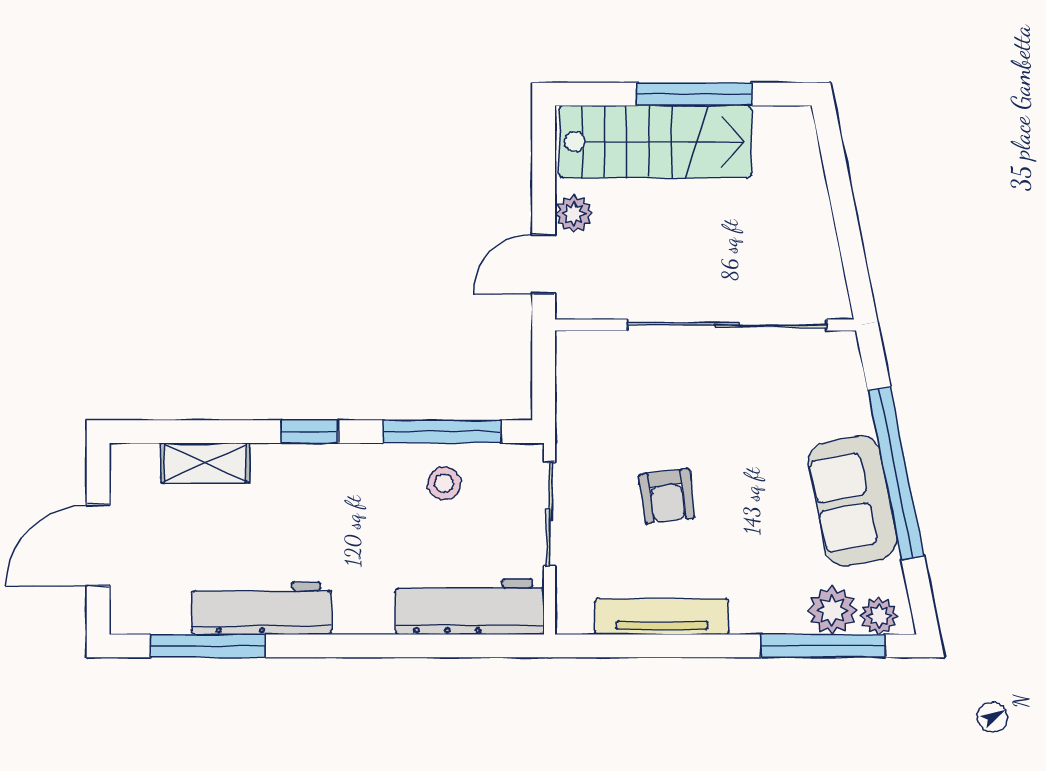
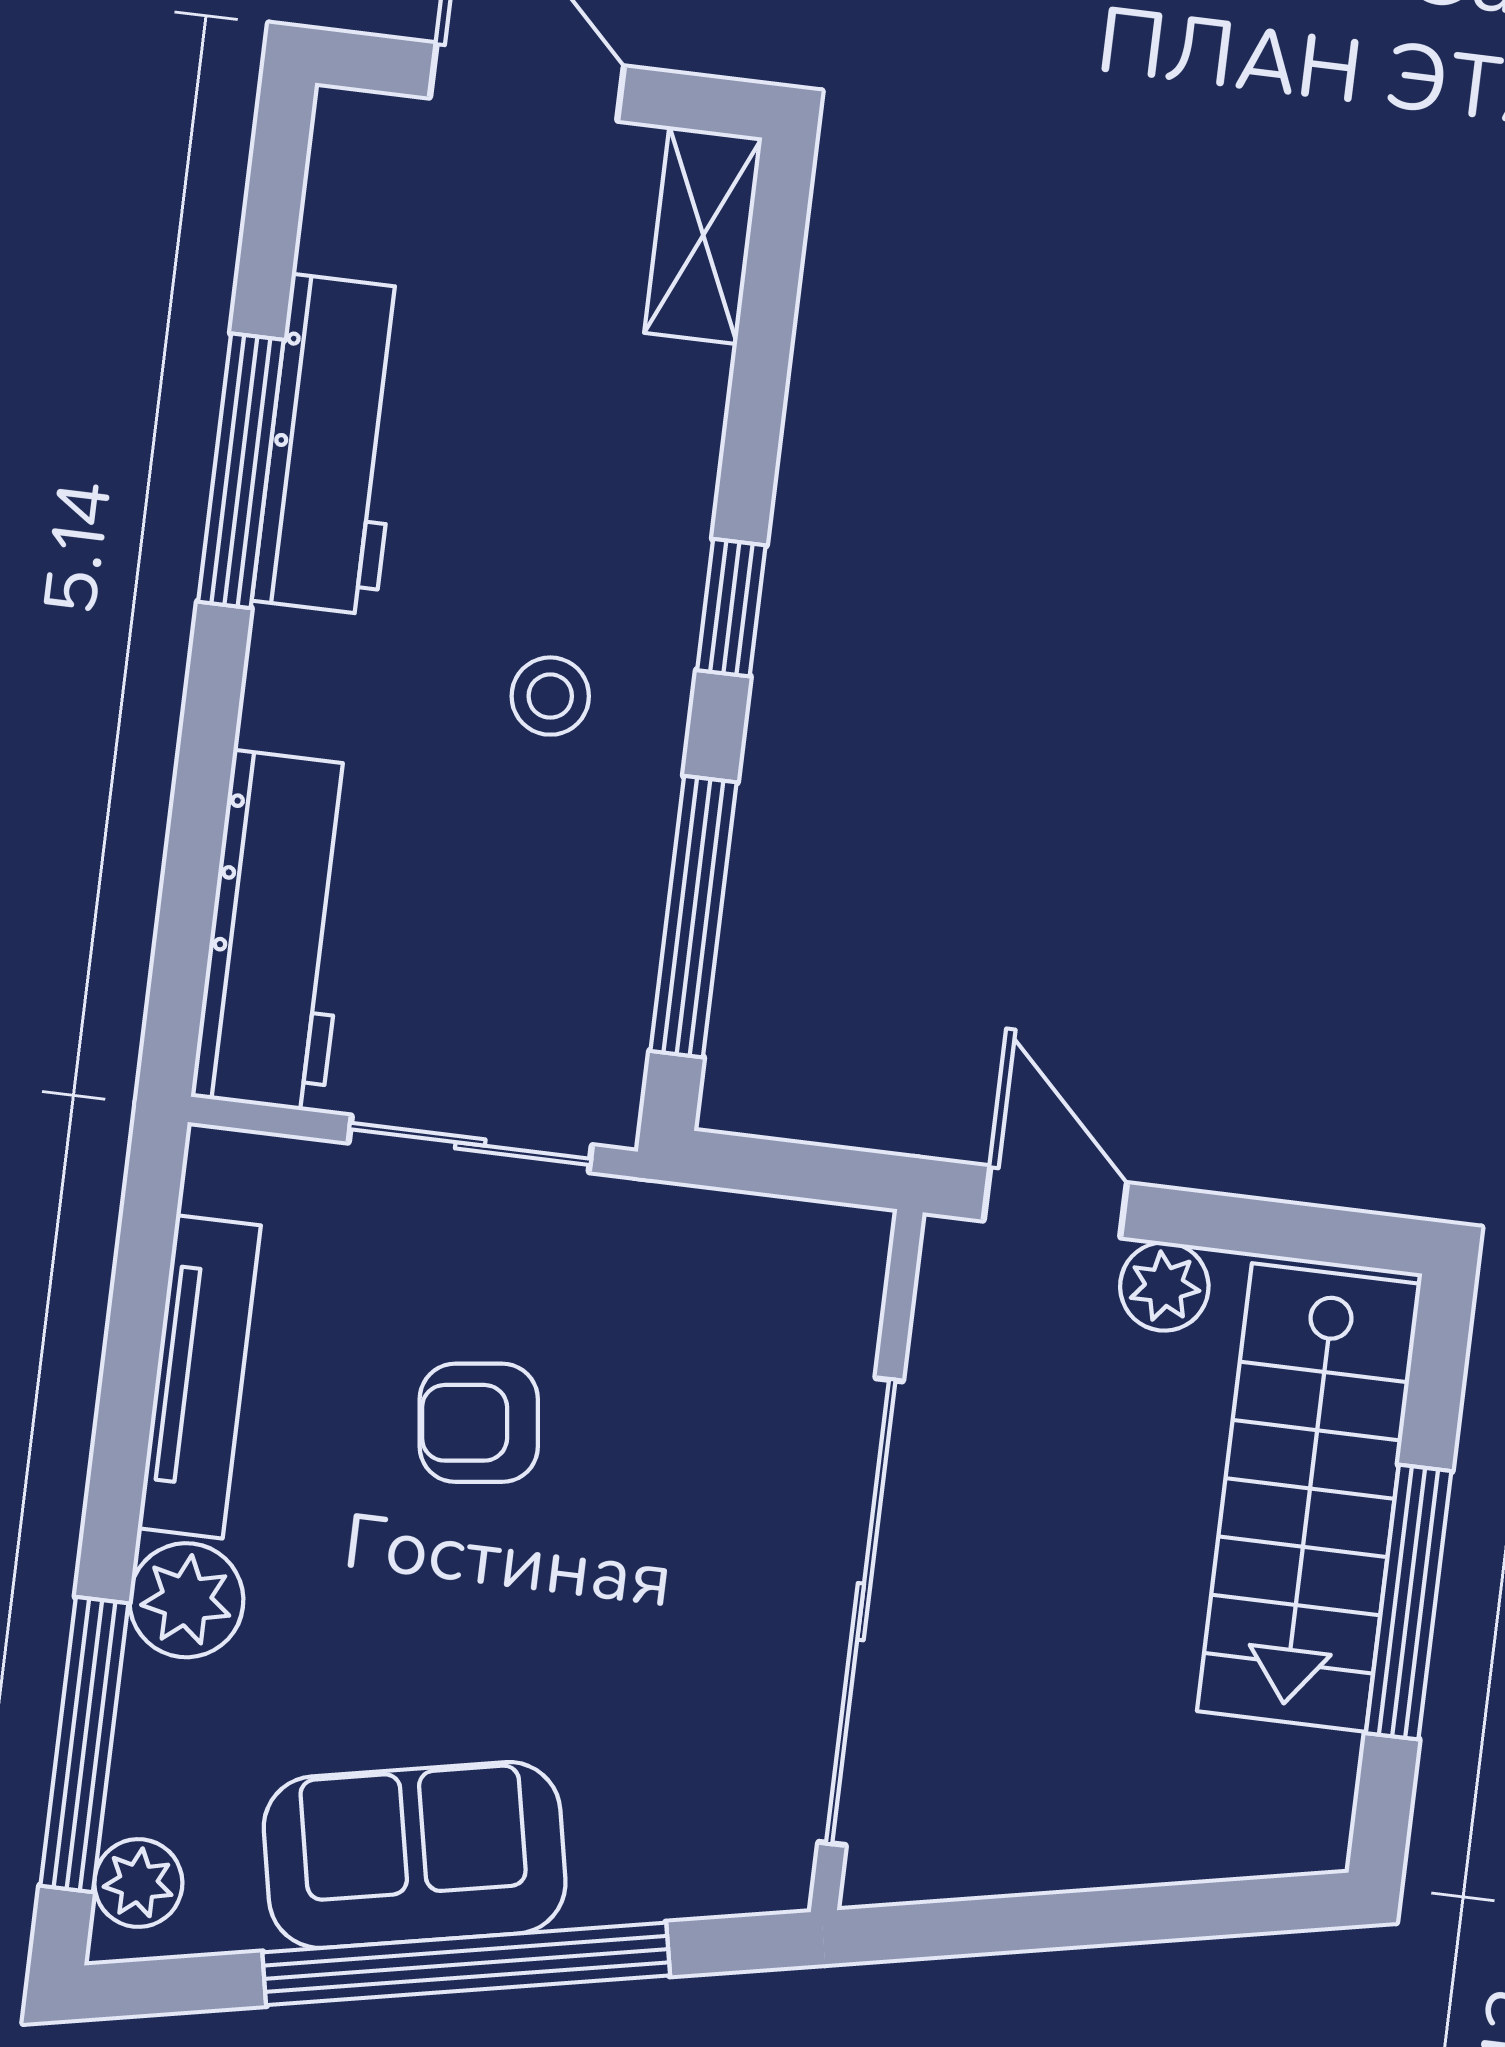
shelving: (205, 463) -> (703, 235), moved
stool: (444, 483) -> (550, 696), moved
plant: (832, 610) -> (186, 1600), moved
window: (208, 646) -> (241, 471), moved

